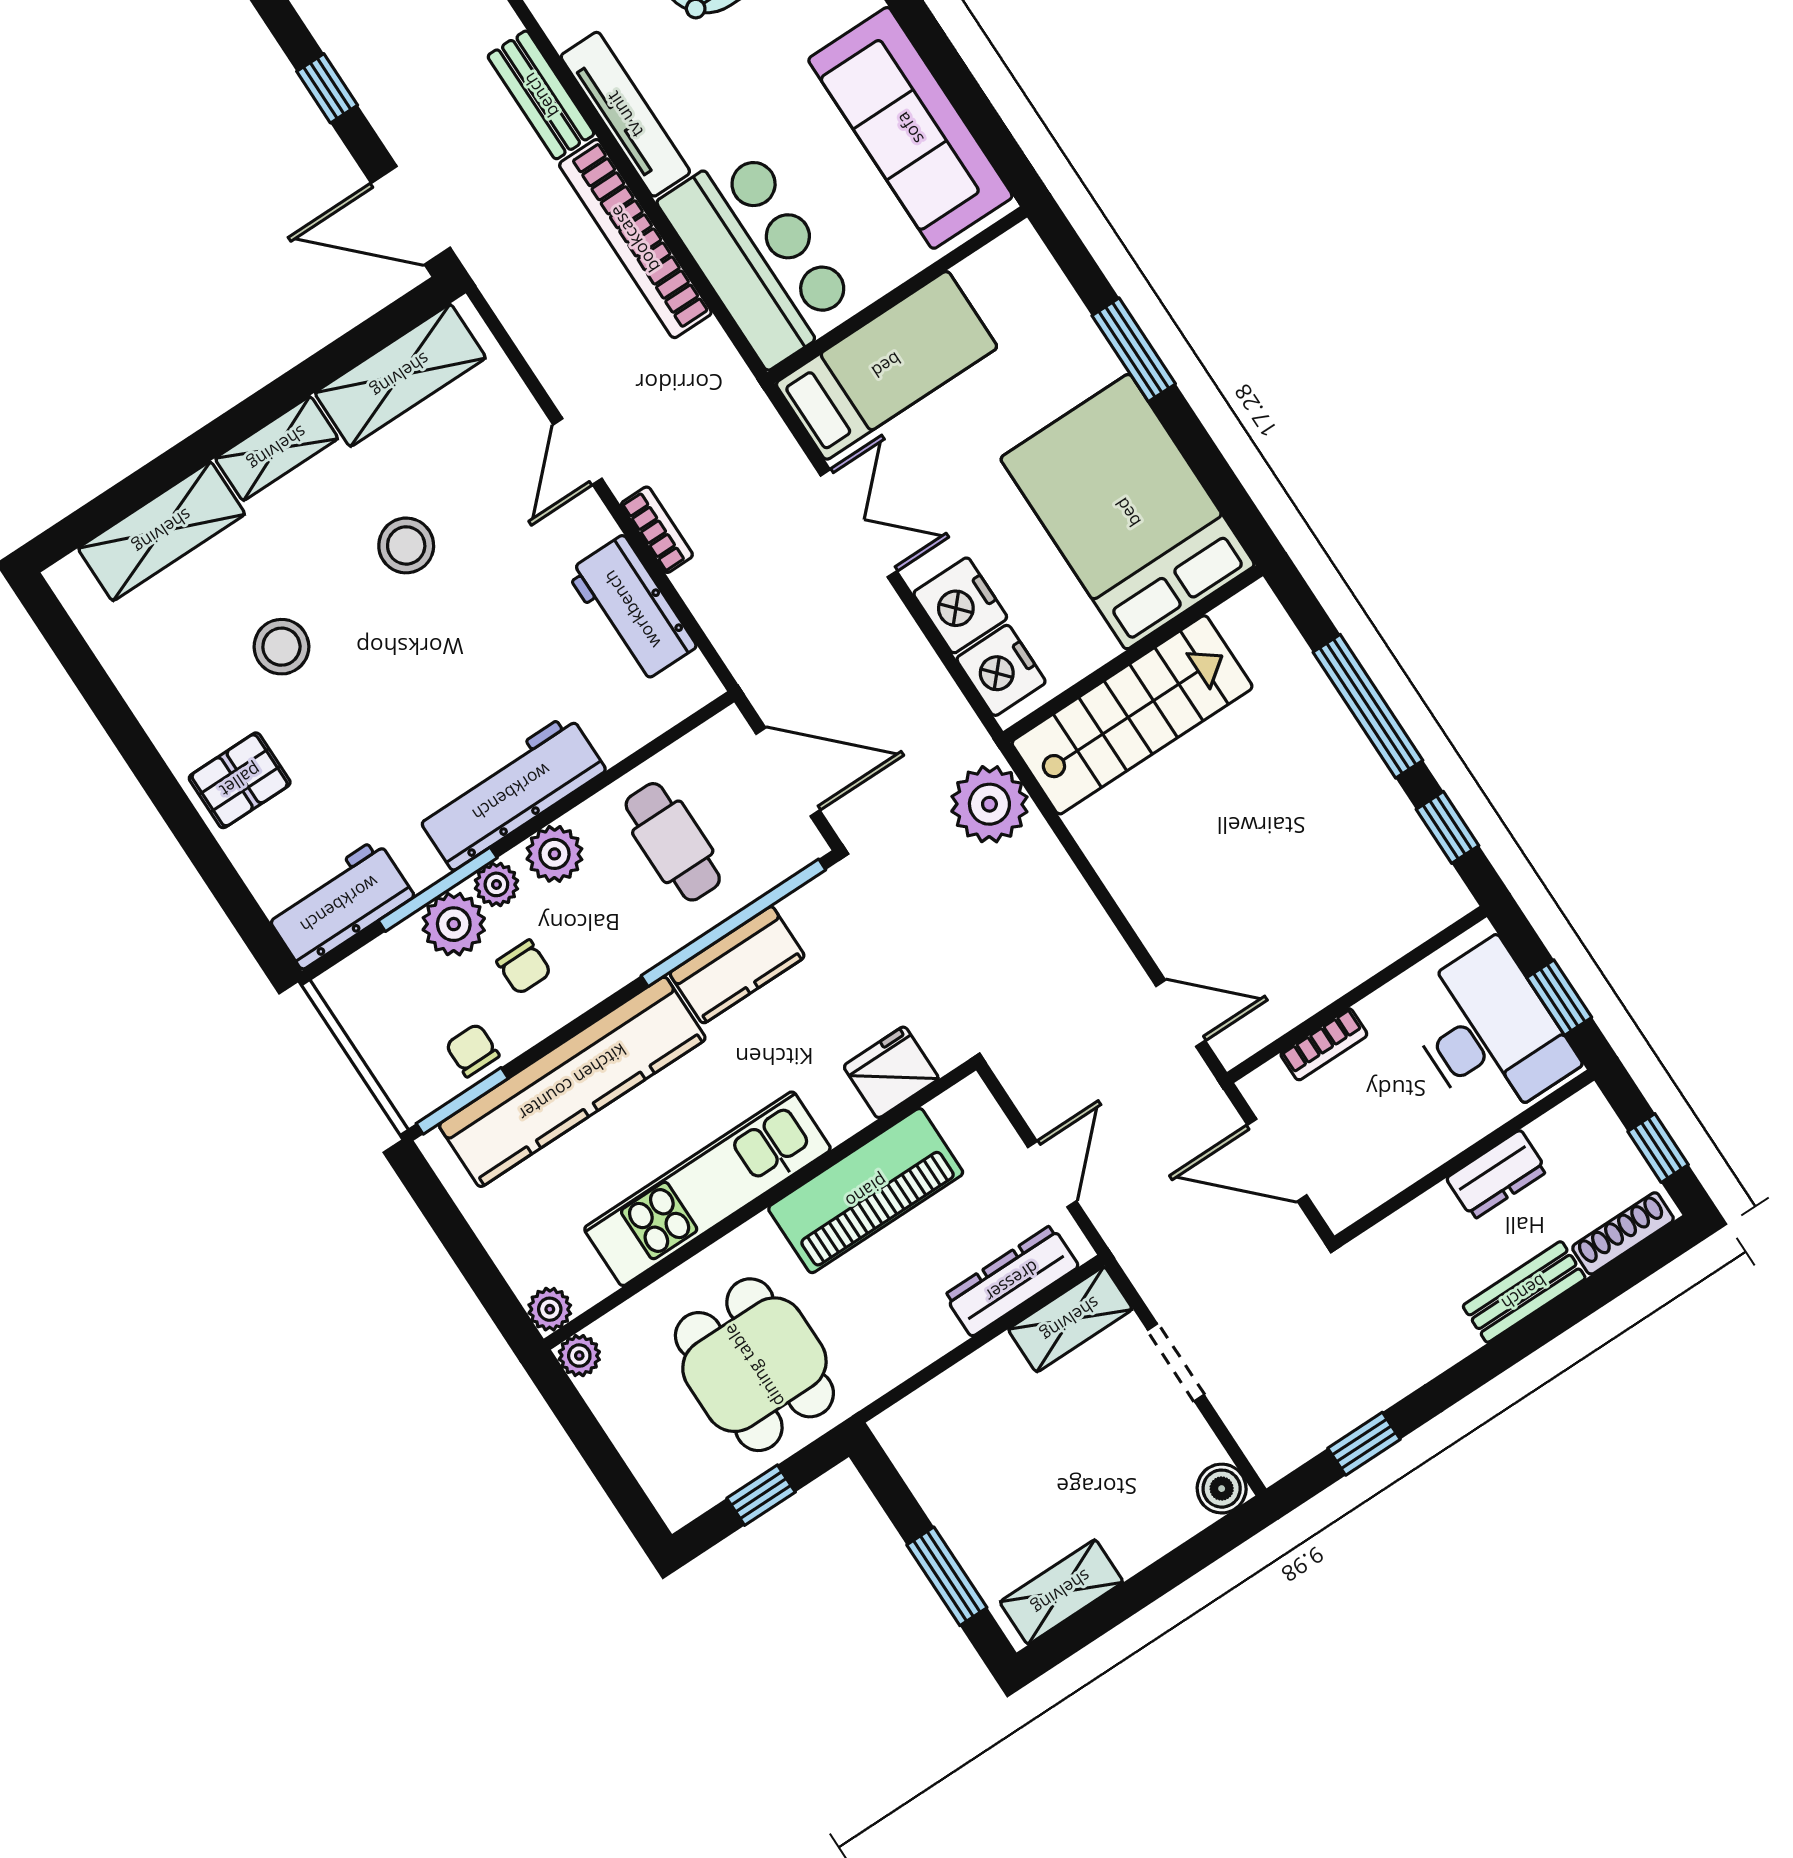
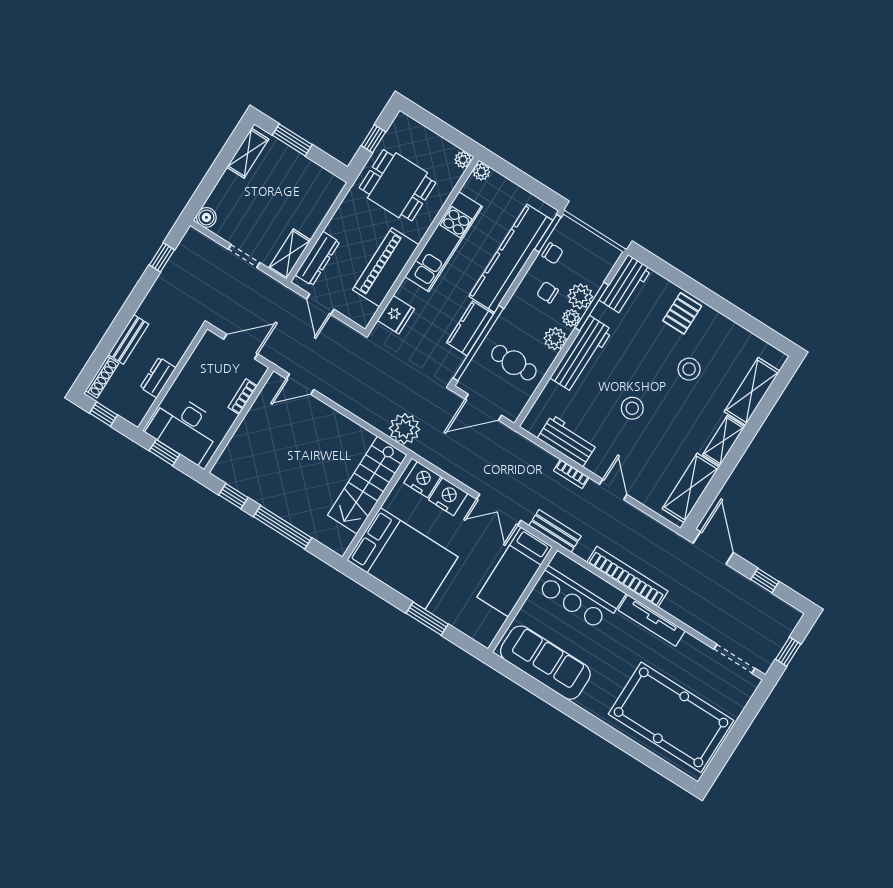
bench: (541, 95) -> (555, 531), moved
door: (411, 215) -> (713, 548), hinge flipped
stool: (406, 545) -> (632, 408), moved

